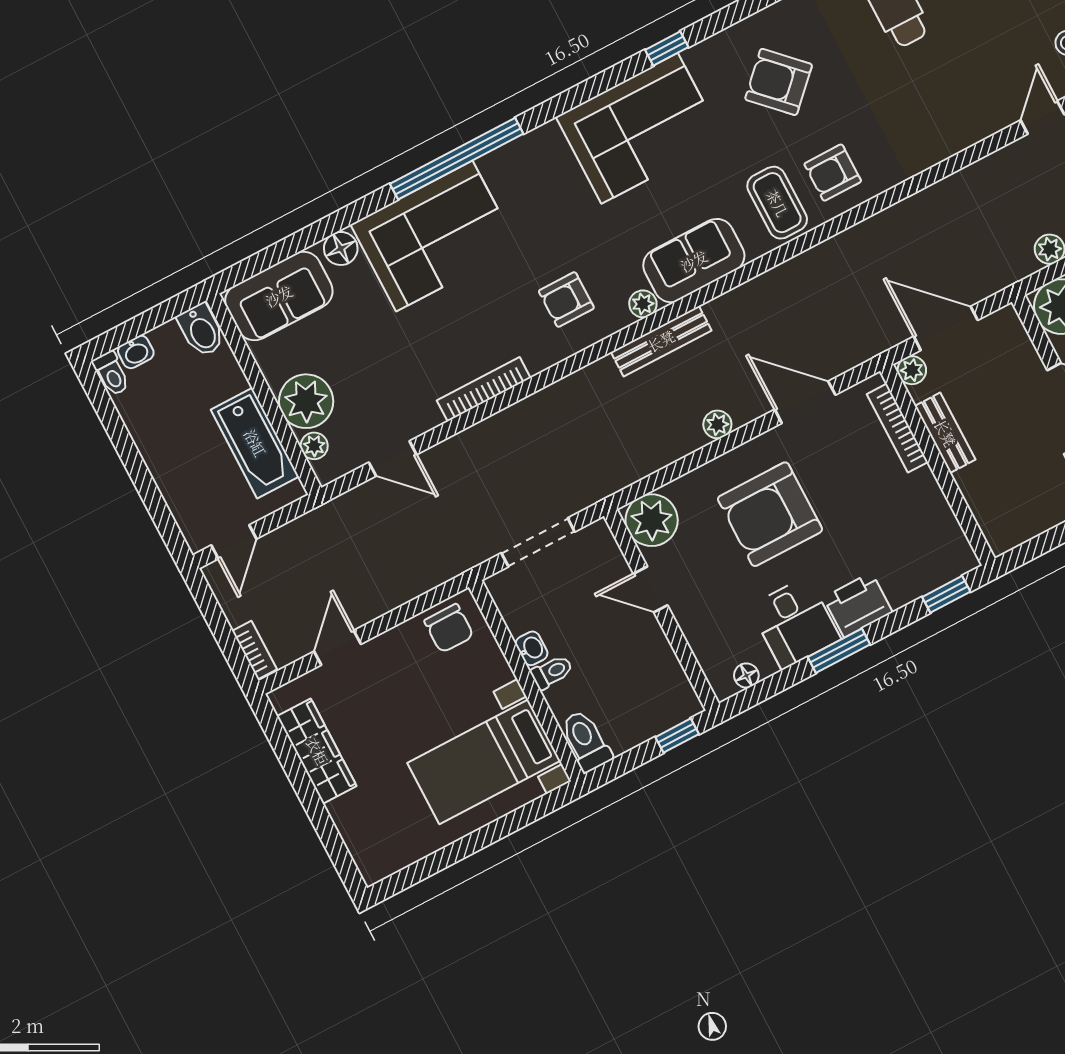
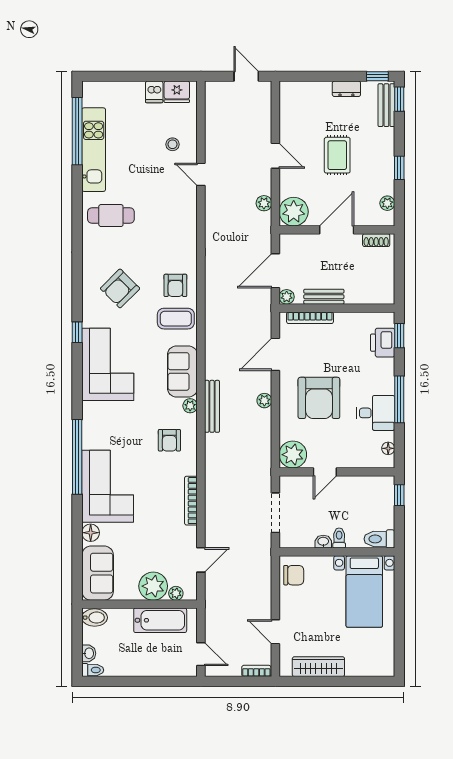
printer: (858, 605) -> (383, 343), moved
window: (839, 651) -> (399, 399), width x1.44

